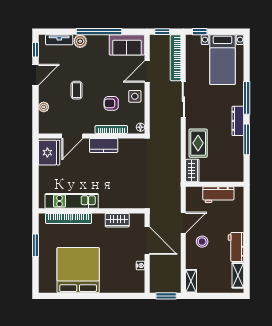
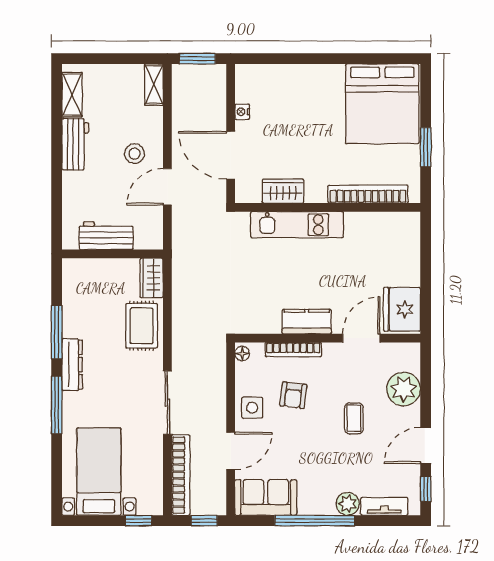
armchair: (111, 103) -> (293, 395), turned 97
plant: (44, 107) -> (404, 389), width x1.88, depth x1.88
kitchen unit: (72, 201) -> (297, 225), moved
bed: (78, 270) -> (382, 104), moved

